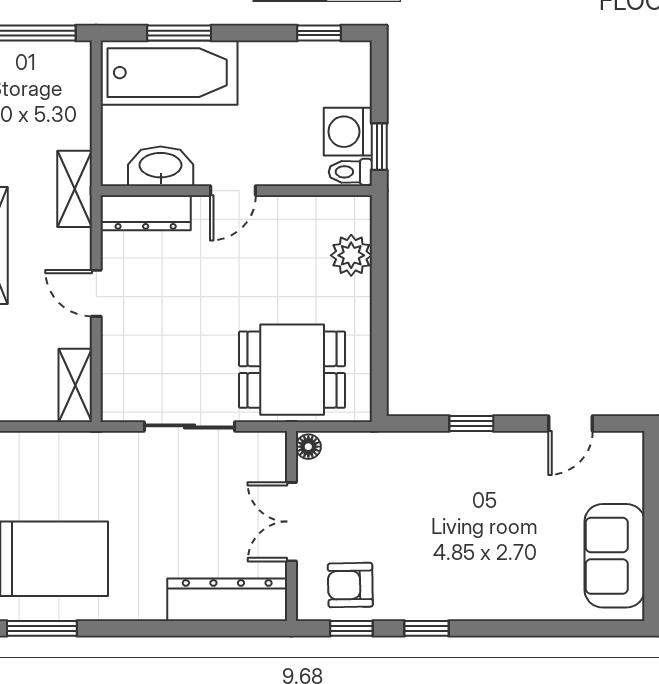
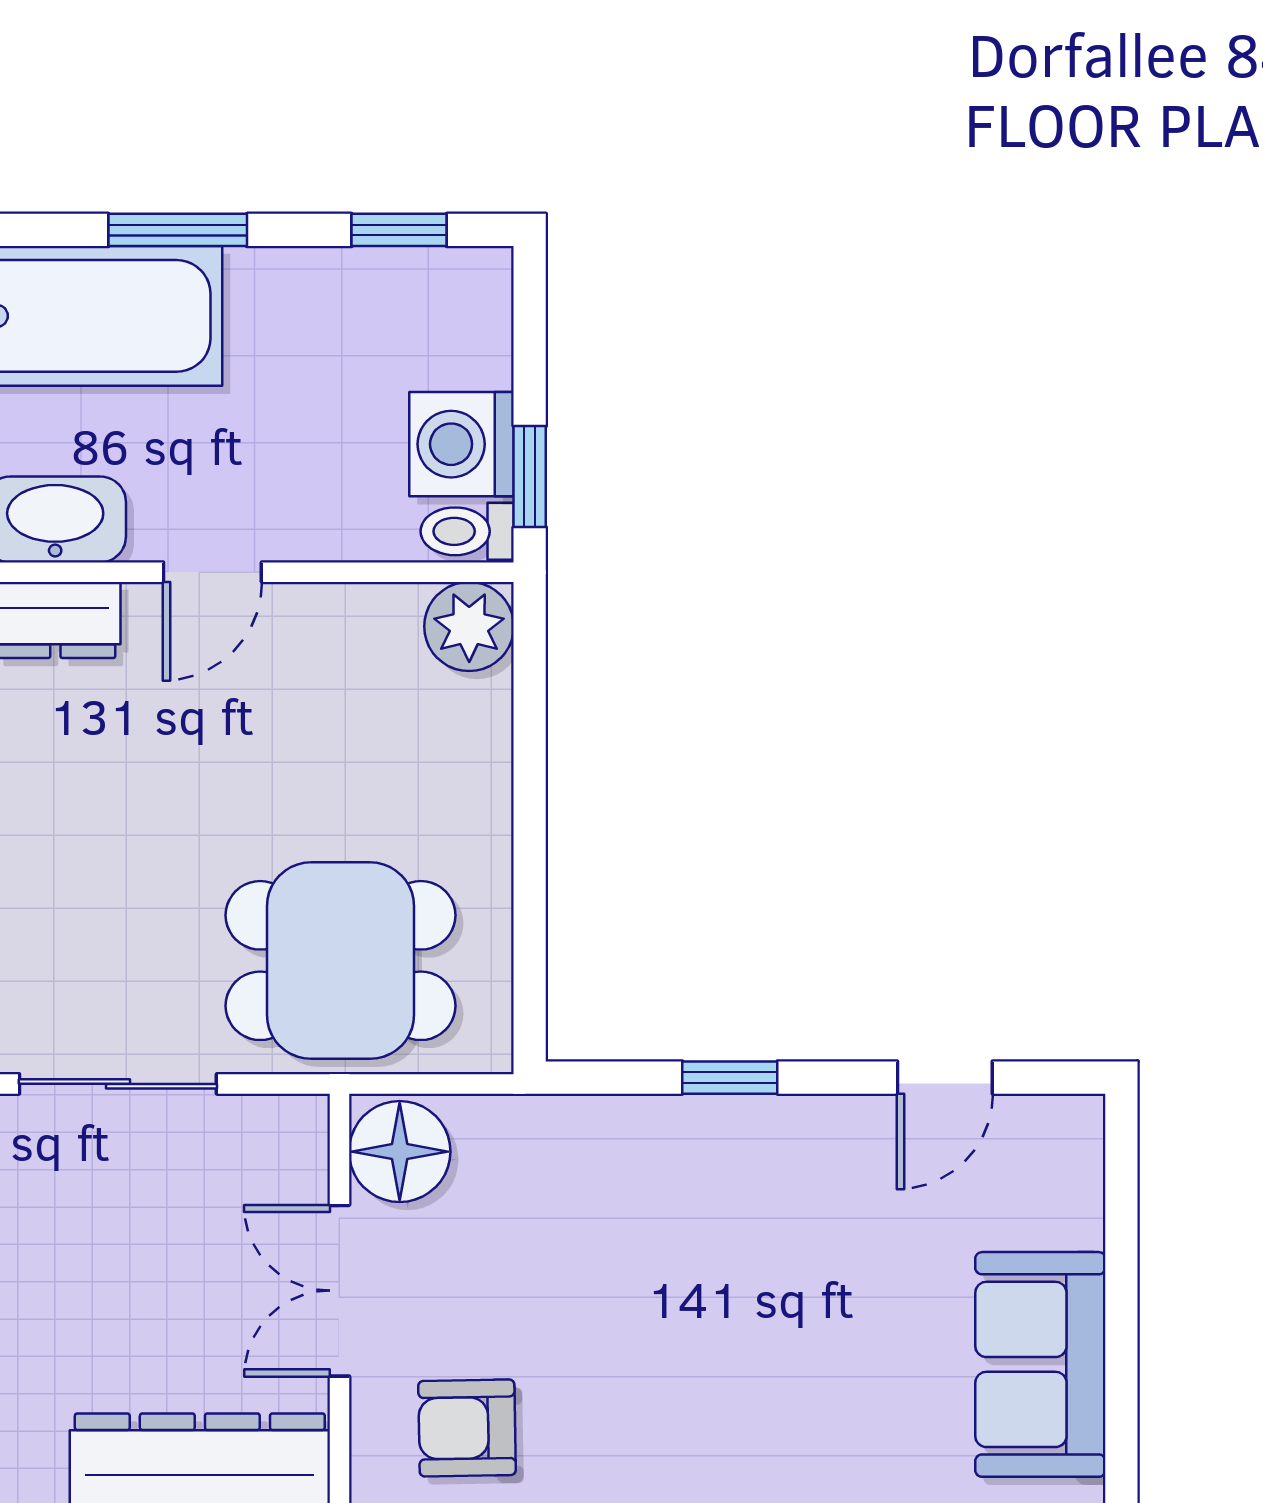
window: (179, 33) -> (178, 230), moved
plant: (351, 255) -> (469, 626), moved
floor lamp: (308, 447) -> (400, 1152), width x1.89, depth x1.89

